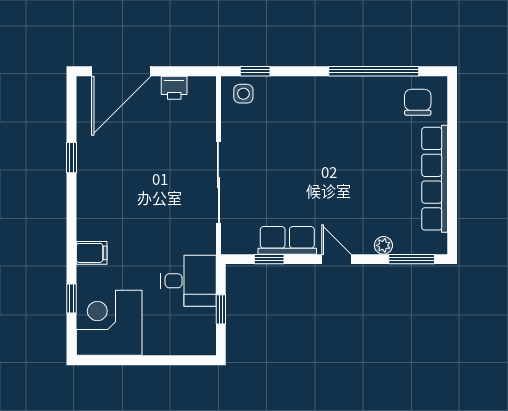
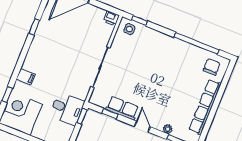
printer: (174, 88) -> (111, 19), moved
window: (221, 309) -> (82, 116), moved

